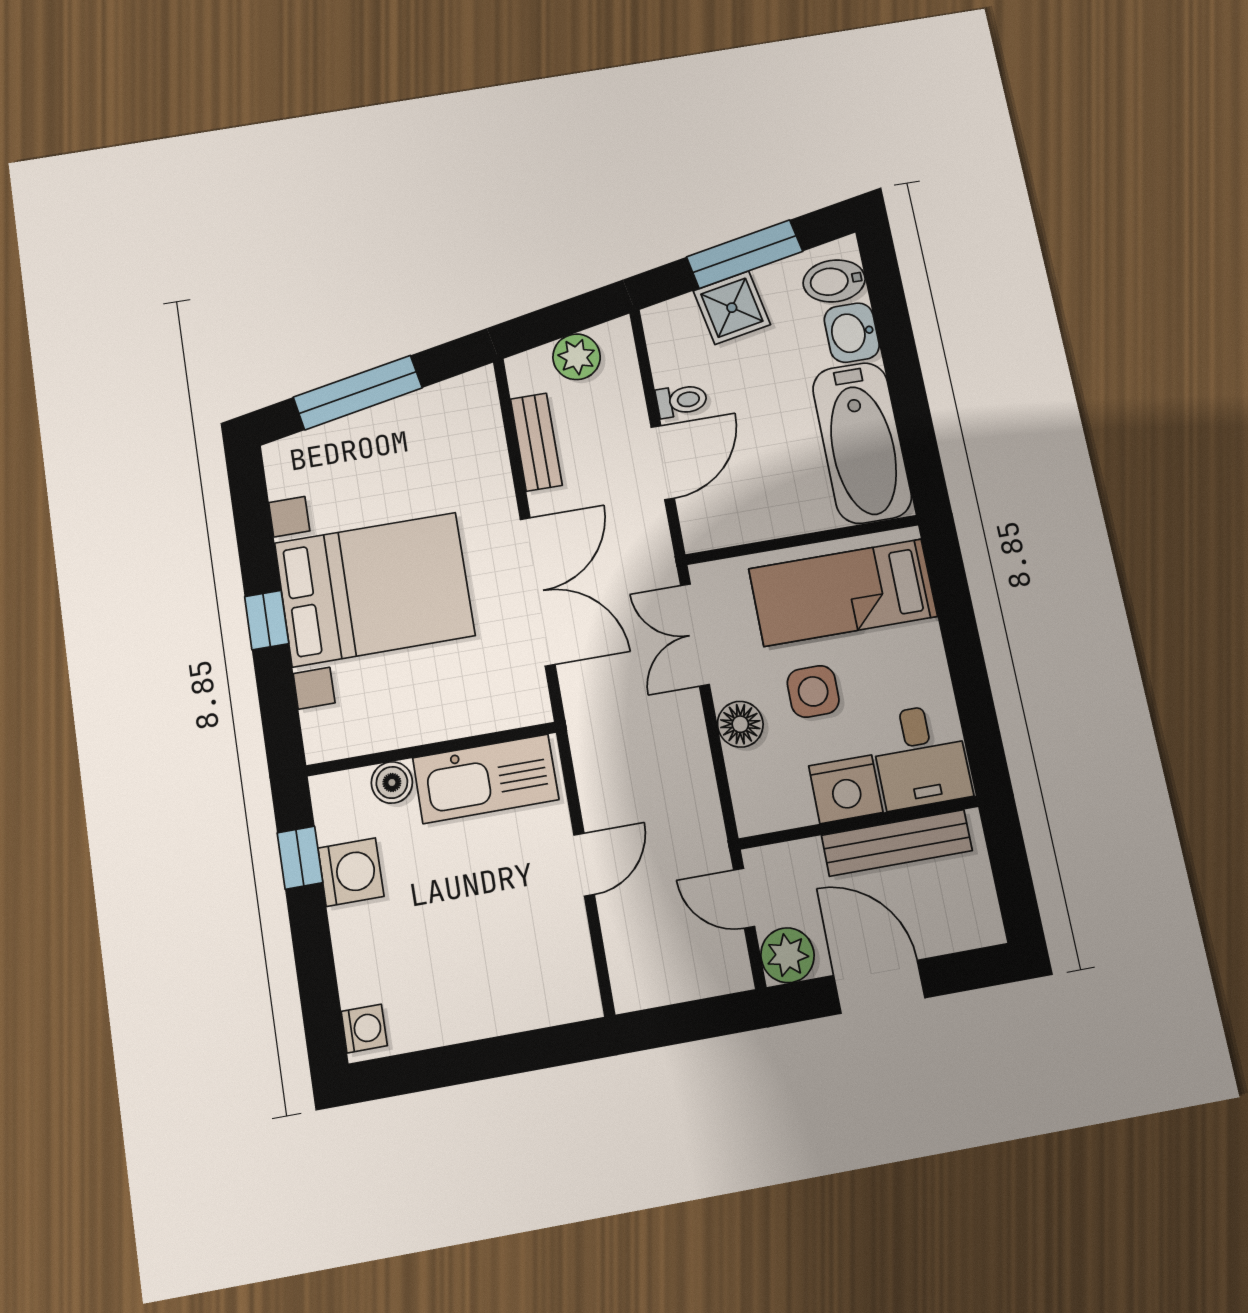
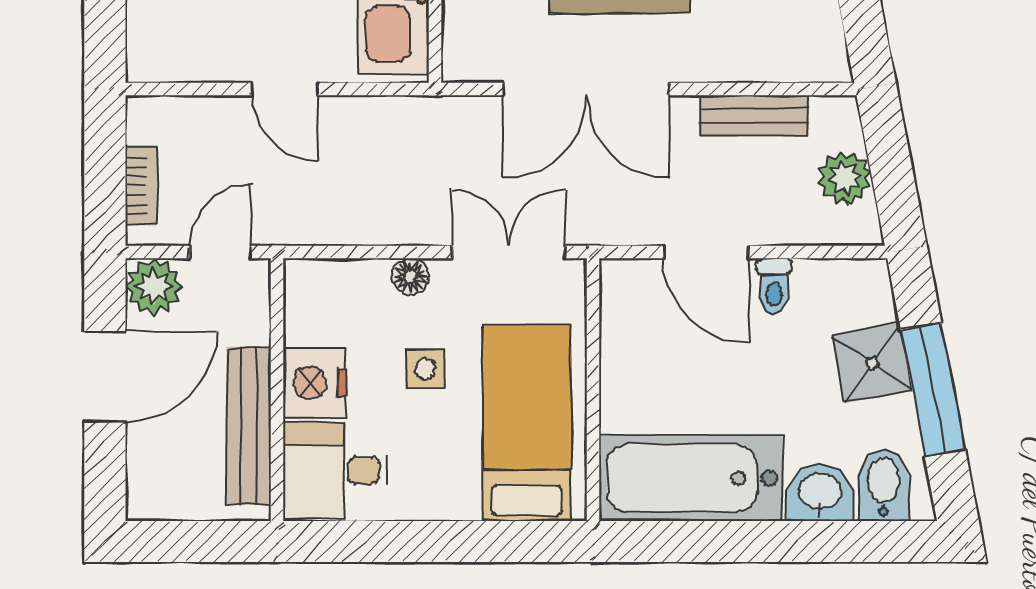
side table: (813, 691) -> (425, 369), width x0.73, depth x0.73
floor lamp: (740, 724) -> (410, 276), width x0.73, depth x0.73
bookcase: (697, 984) -> (141, 186), added

